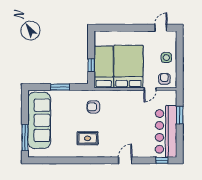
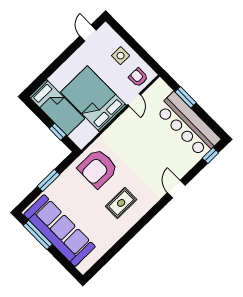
bed: (104, 67) -> (57, 108), moved, turned 180
armchair: (93, 107) -> (98, 168), width x1.88, depth x1.88
window: (25, 138) -> (38, 235), moved

